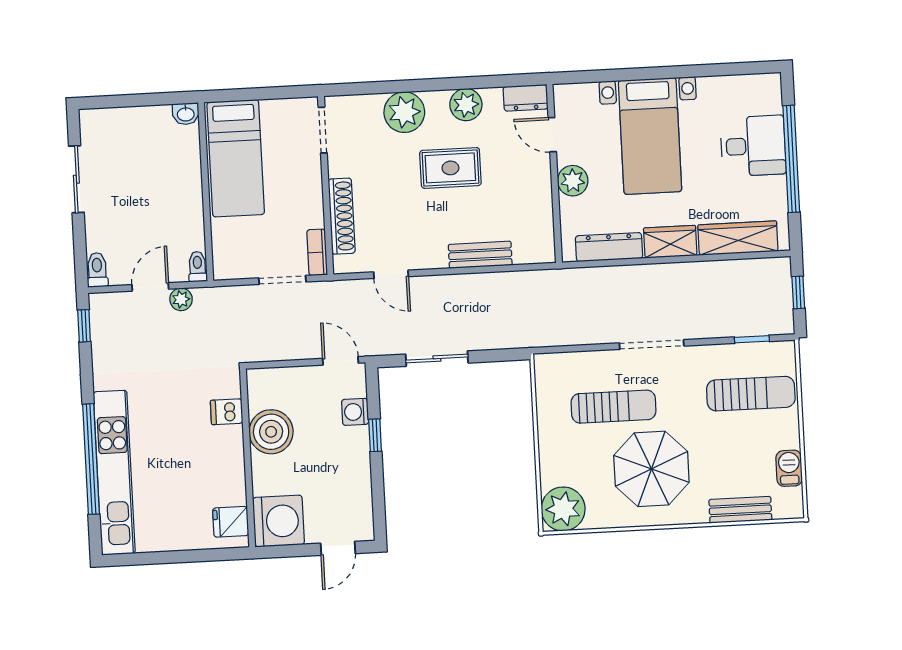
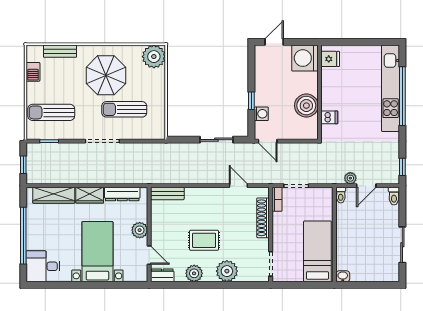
desk: (753, 146) -> (43, 266), moved
bench: (480, 255) -> (167, 193), moved

